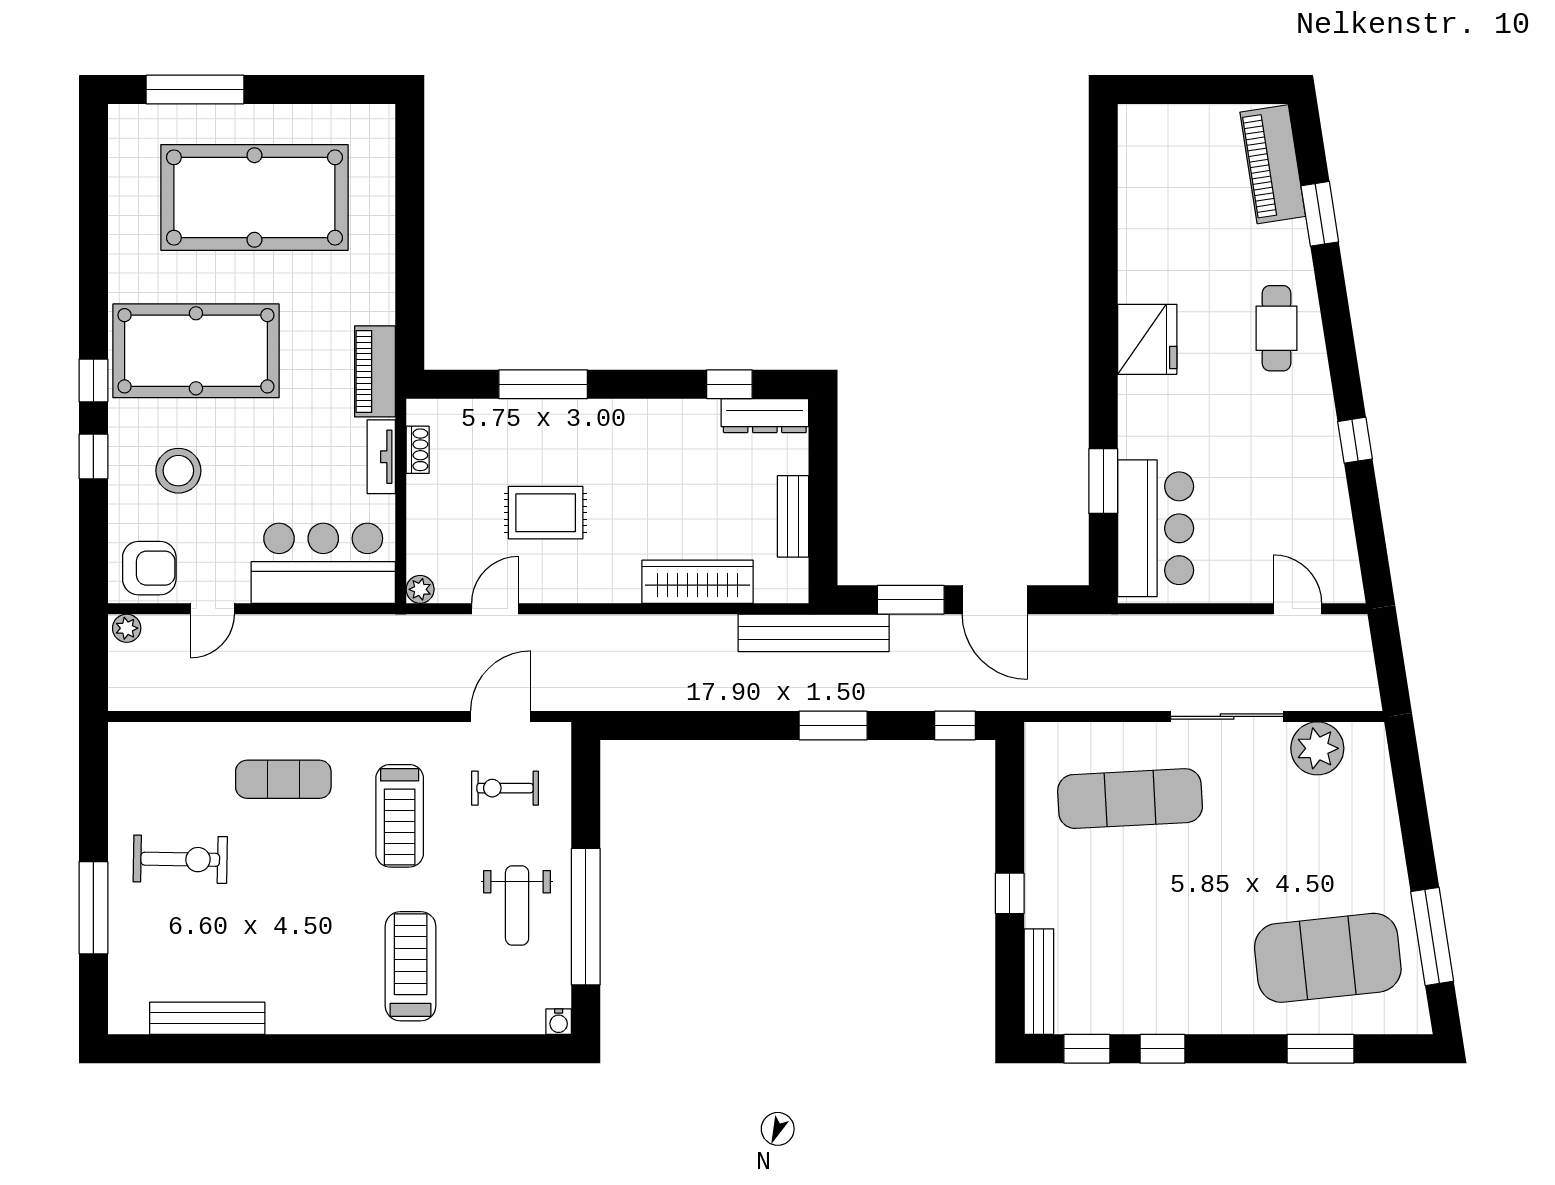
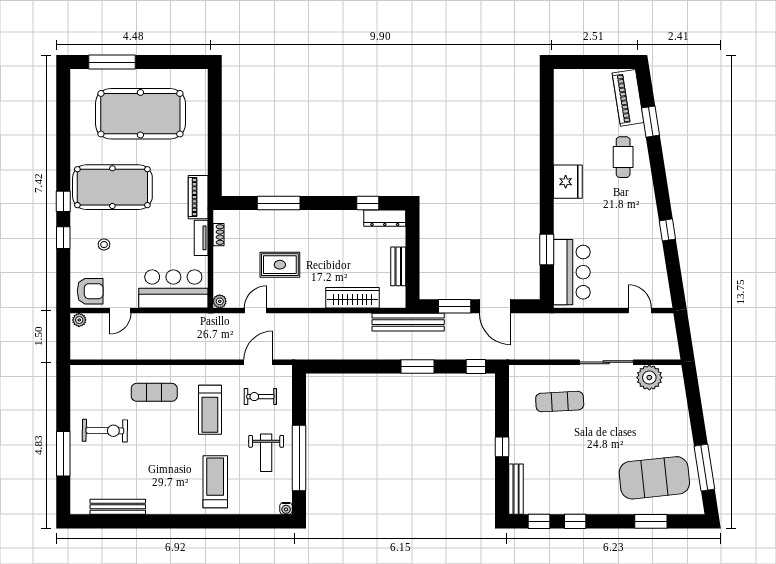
cafe table: (1277, 328) -> (623, 157), moved
stool: (178, 471) -> (104, 245), width x0.53, depth x0.53
exercise mat: (1130, 799) -> (560, 402), width x0.73, depth x0.69

